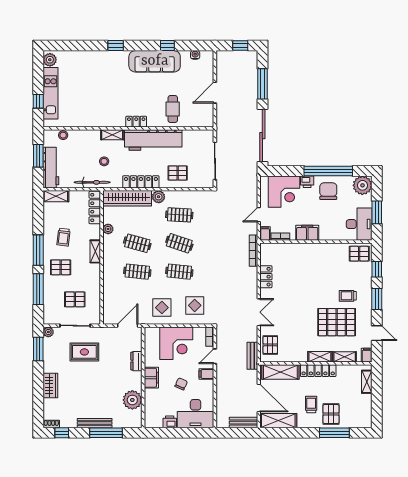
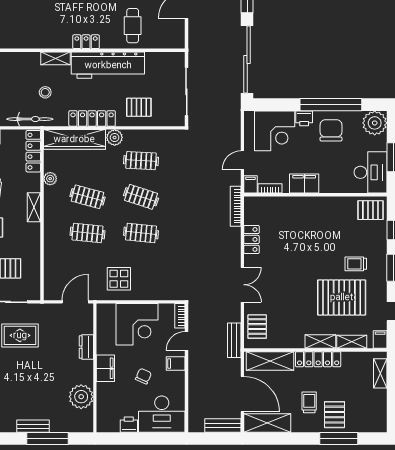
display table: (195, 305) -> (161, 276), removed
bench: (95, 423) -> (33, 426), width x0.73

